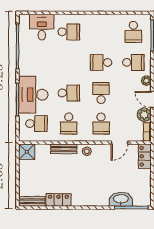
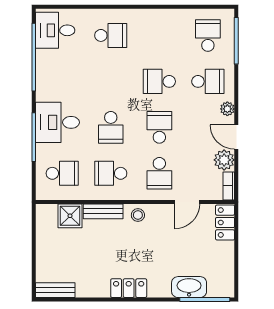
desk: (42, 27) -> (55, 30), moved, turned -90
school desk: (133, 32) -> (208, 35), turned 180
school desk: (69, 93) -> (111, 127), turned 90
desk: (33, 95) -> (57, 122), width x0.73
school desk: (69, 124) -> (111, 173), turned 90
shower: (27, 152) -> (70, 216), moved
locker: (58, 200) -> (129, 288), moved

